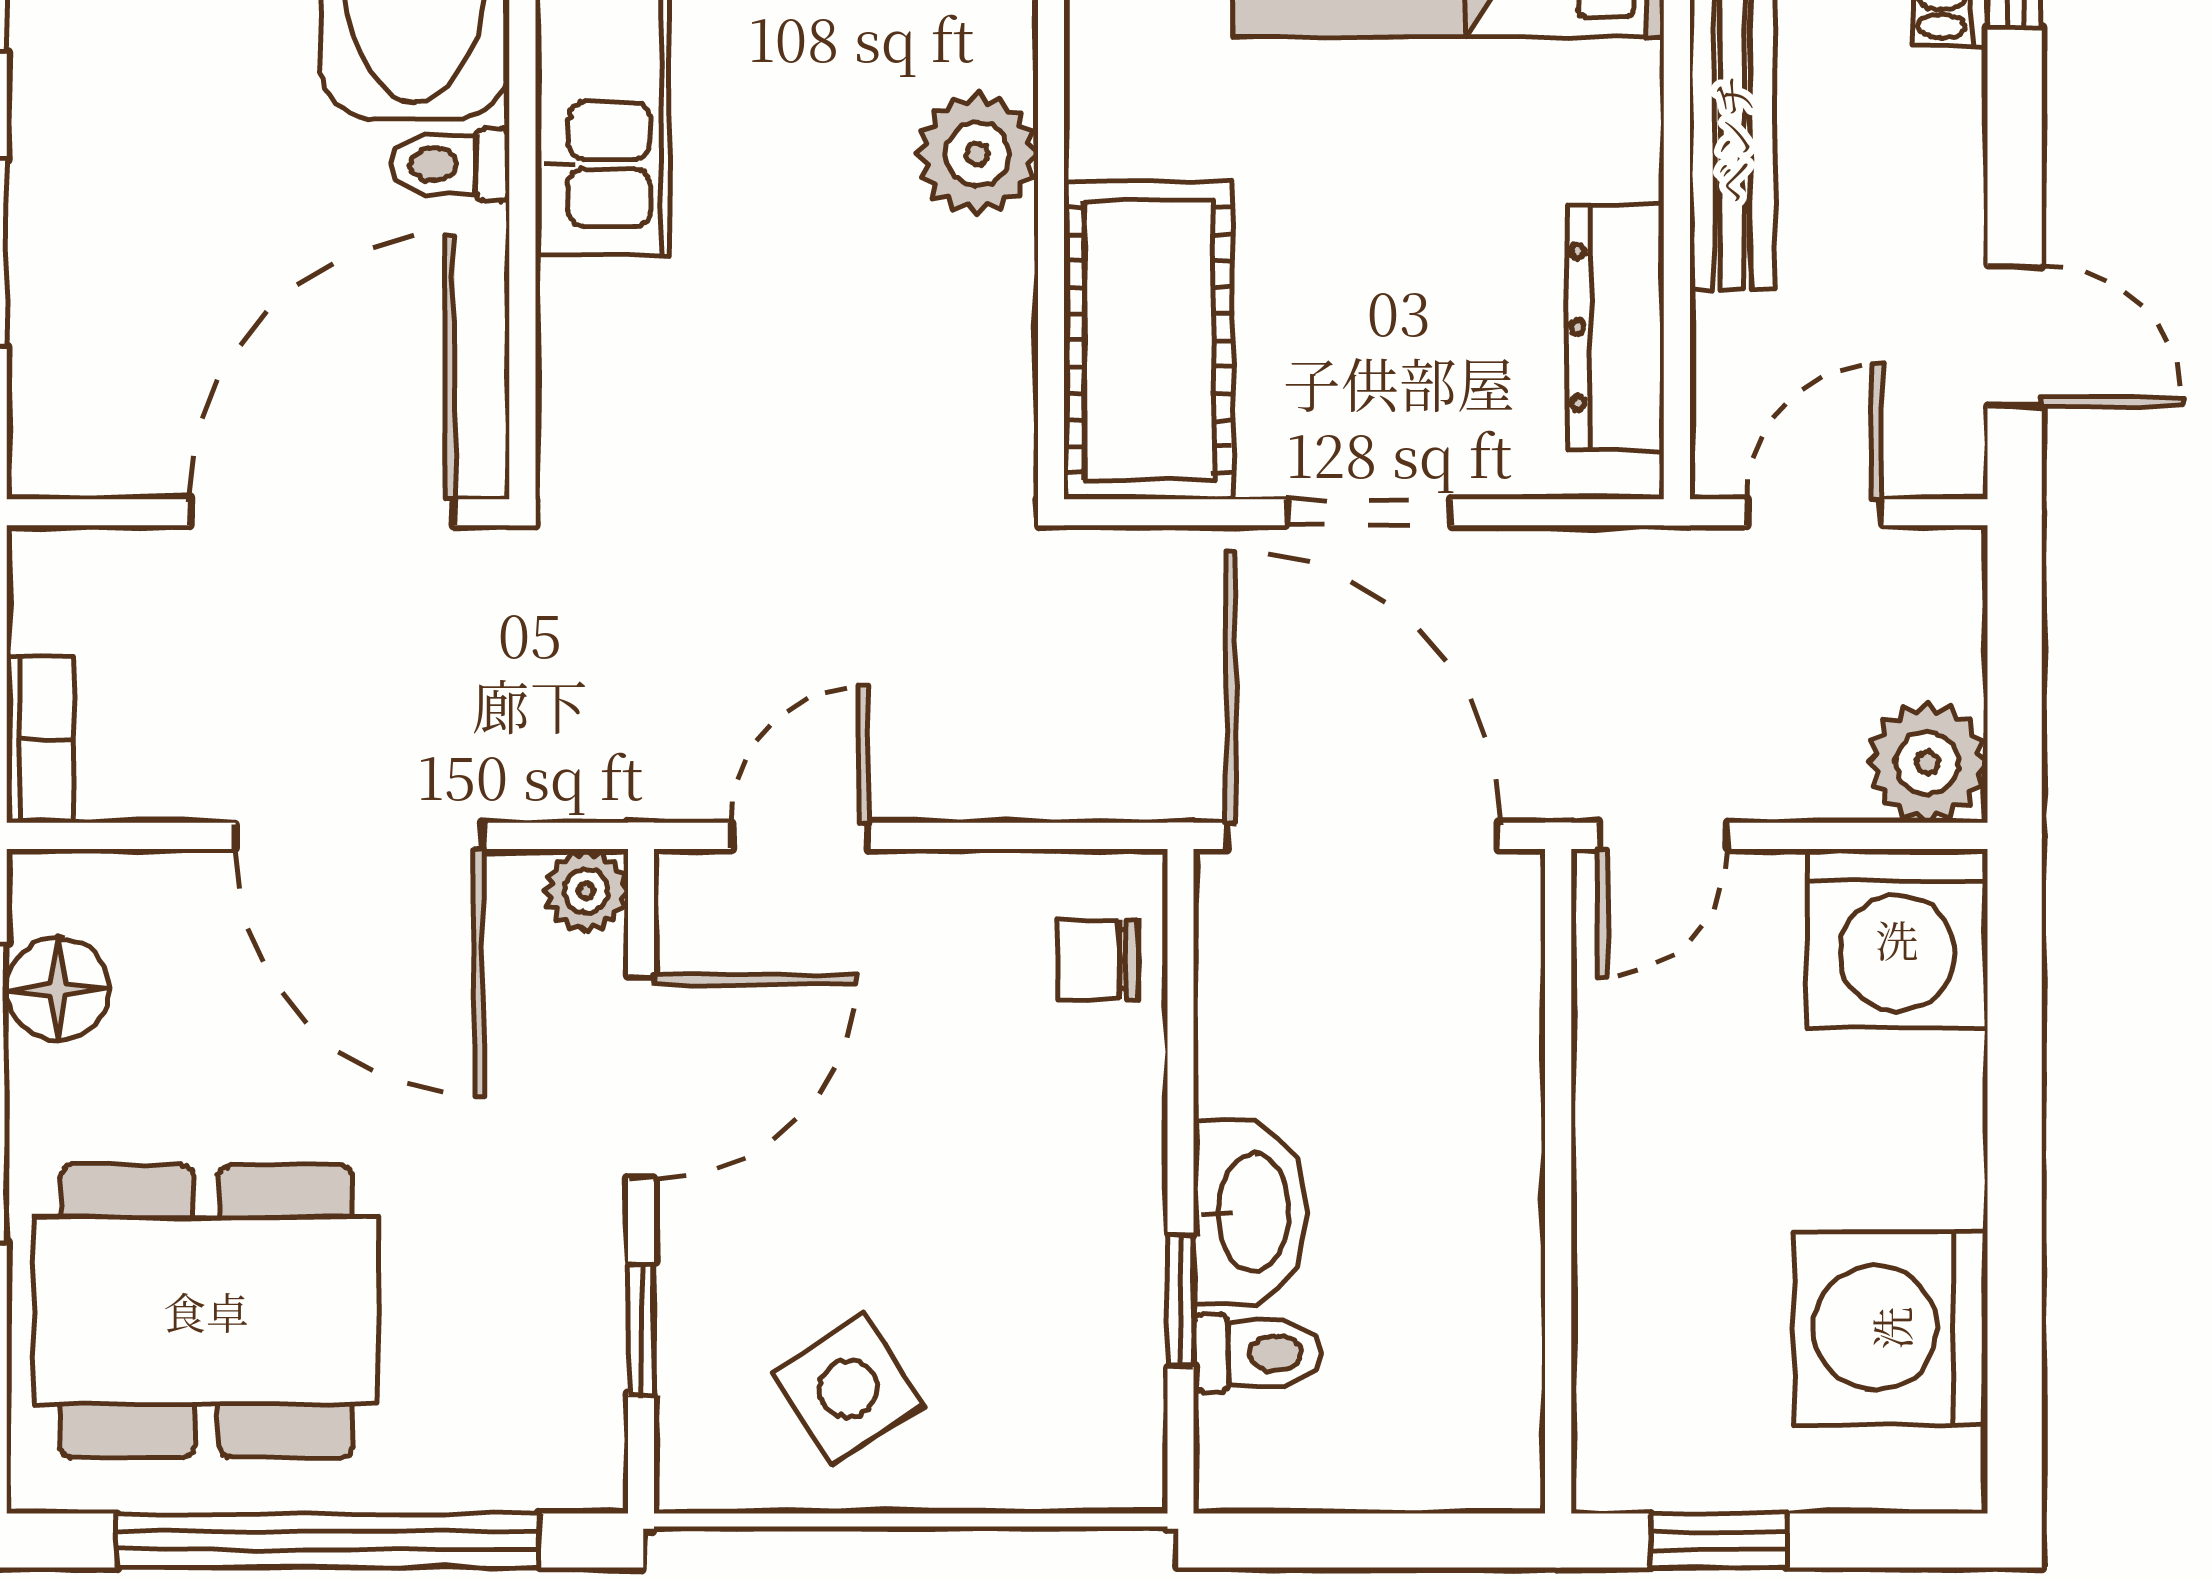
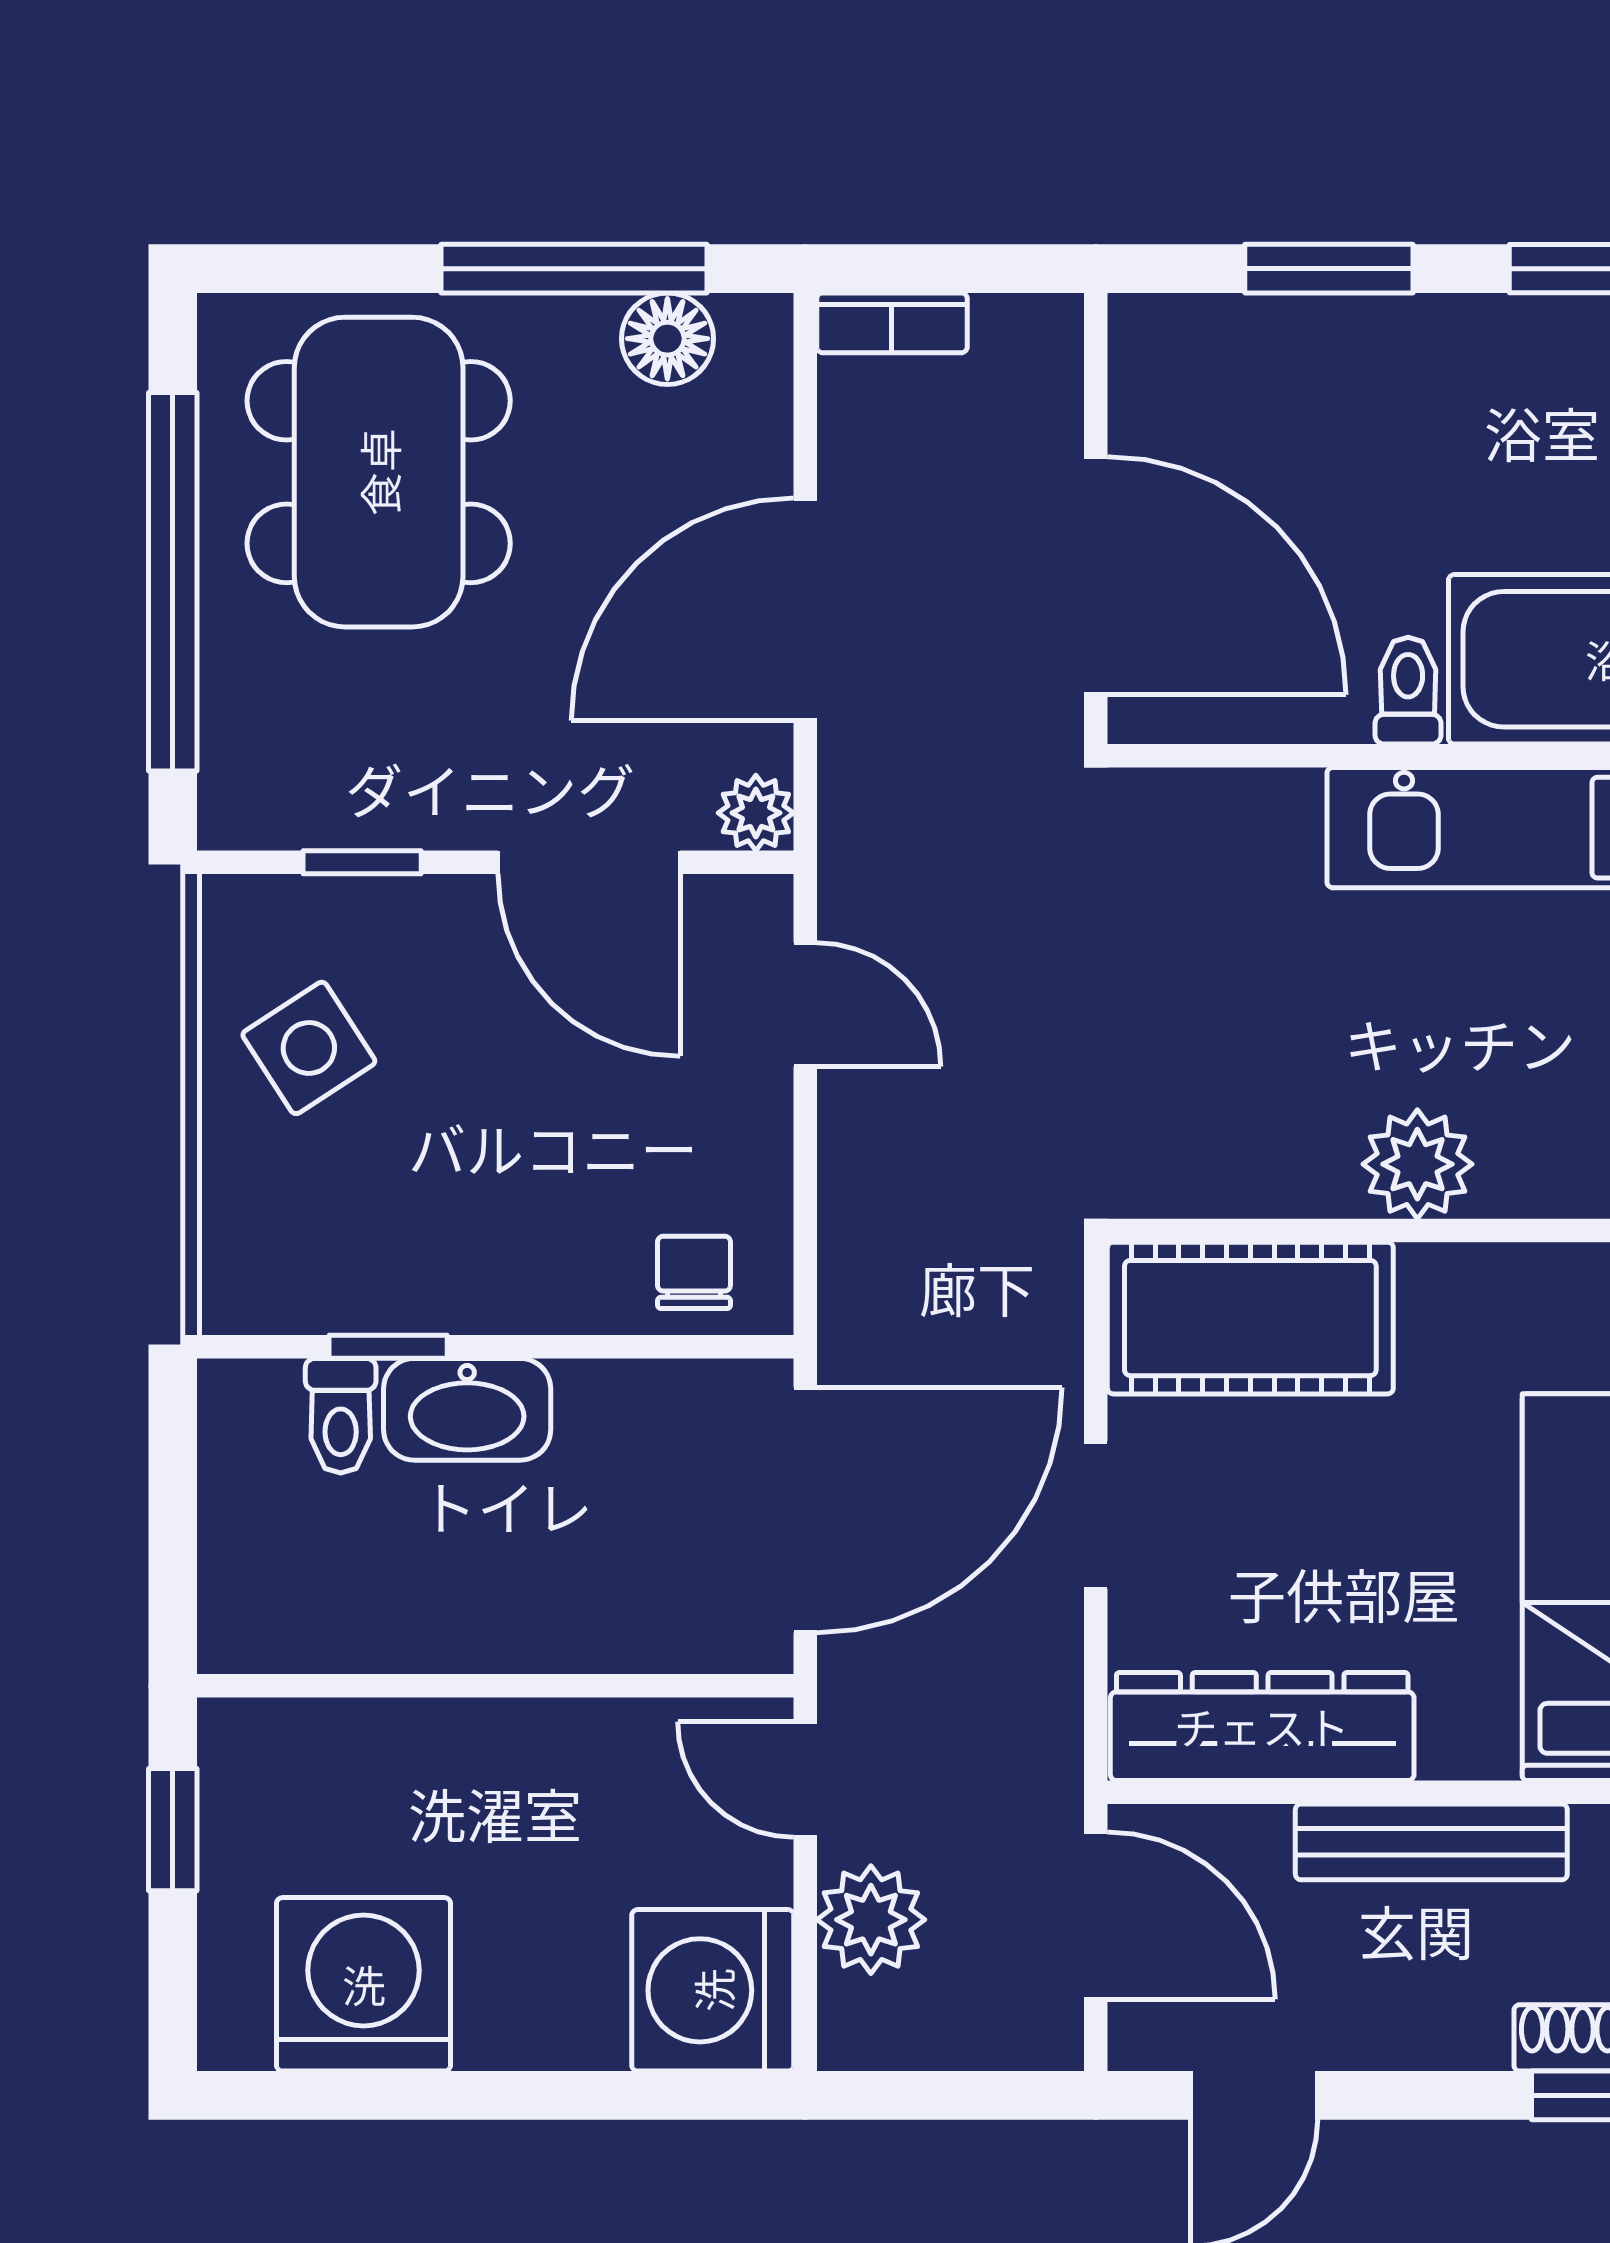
dresser: (1615, 327) -> (1262, 1726), width x1.37, depth x1.24
door: (1814, 512) -> (1096, 1916), width x1.38
plant: (1927, 763) -> (871, 1920), moved

